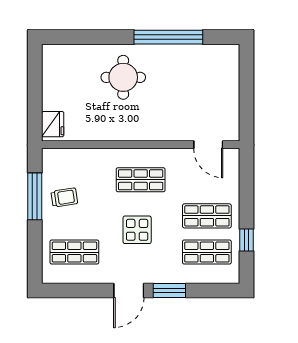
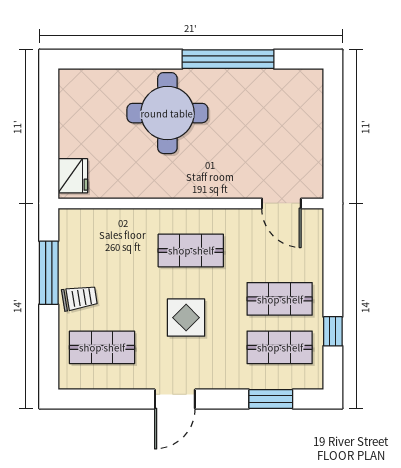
round table: (123, 77) -> (167, 113), width x1.36, depth x1.36
trolley: (64, 197) -> (79, 298), moved
window: (169, 291) -> (271, 399), moved

